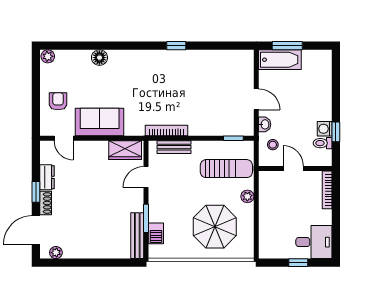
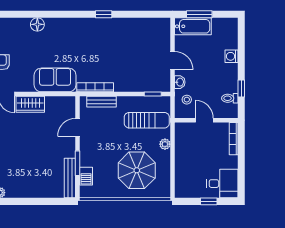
sofa: (100, 122) -> (55, 80), moved
washing machine: (325, 129) -> (232, 56), moved
wardrobe: (125, 150) -> (30, 104), moved

